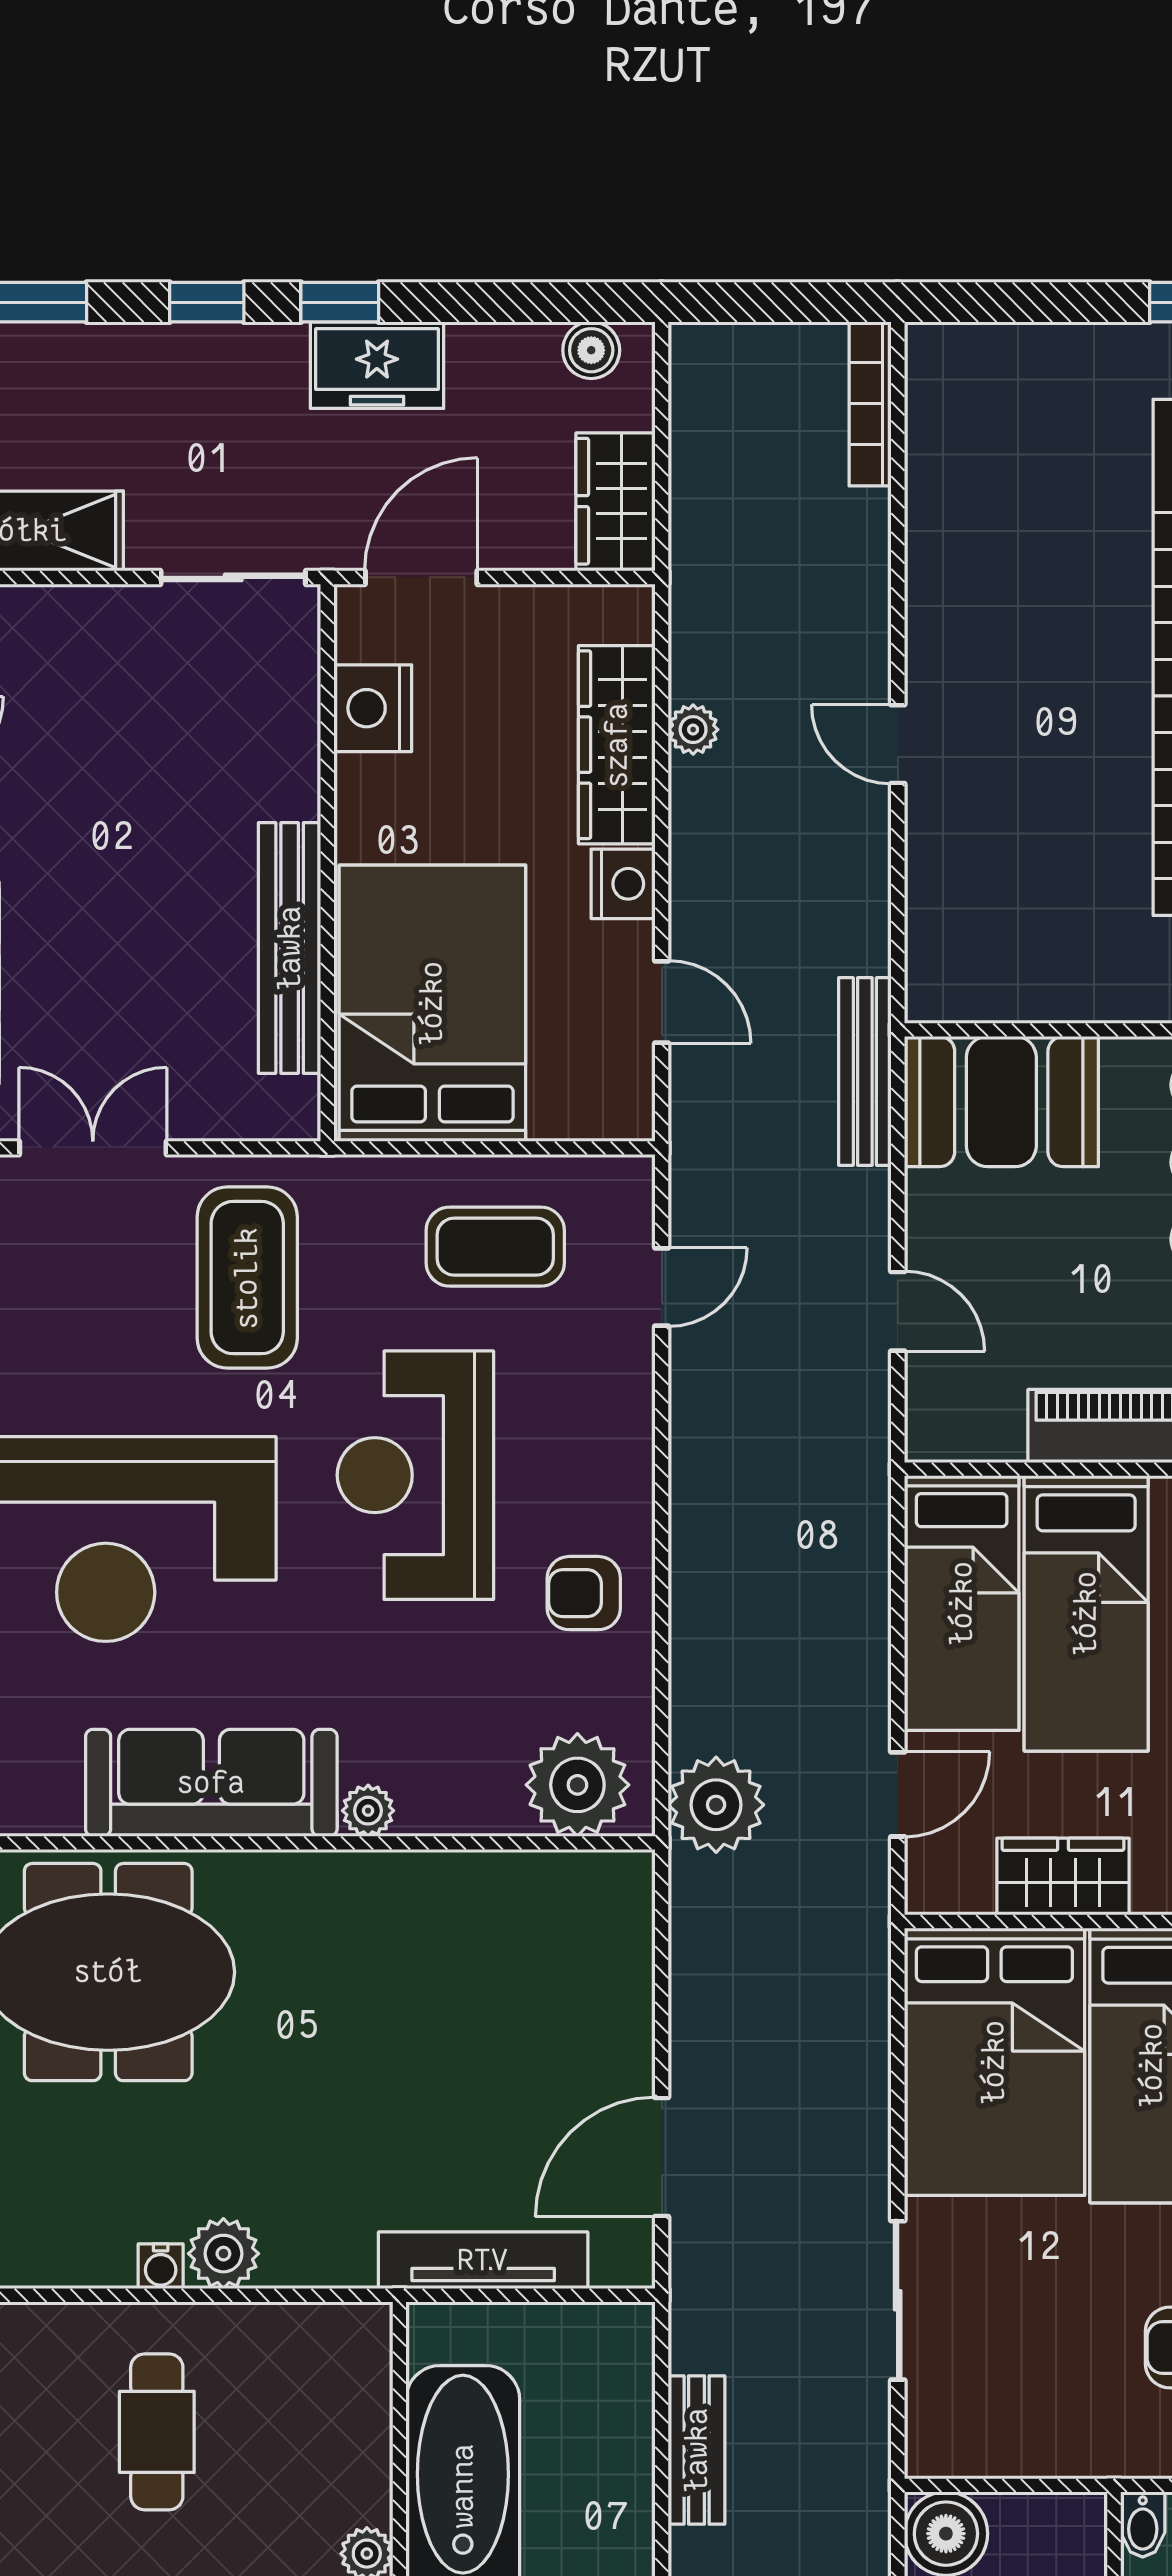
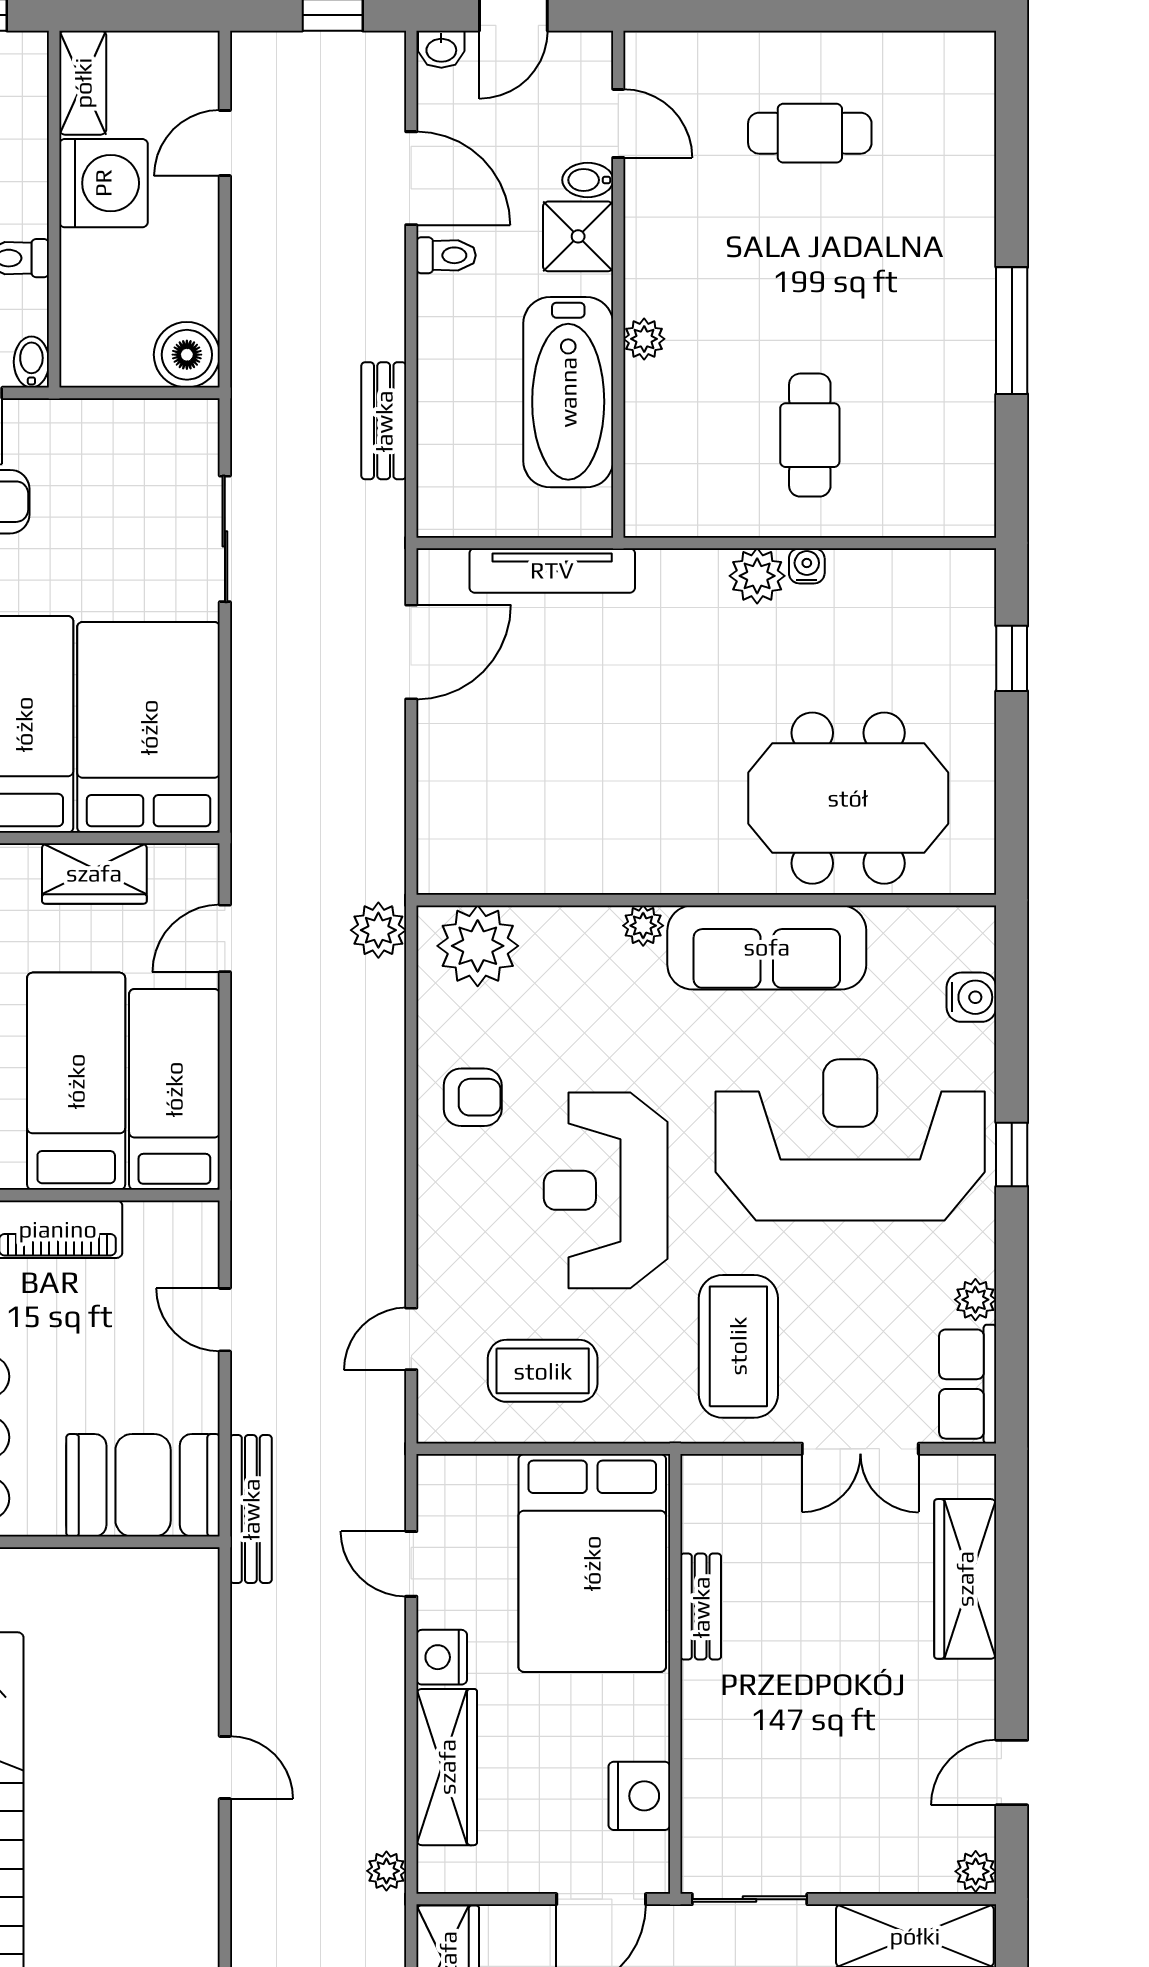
plant: (693, 730) -> (386, 1871), moved
bench: (290, 948) -> (701, 1607), width x0.54, depth x0.82
reception desk: (415, 1475) -> (606, 1190), turned 180
plant: (716, 1805) -> (378, 930), width x0.73, depth x0.73

